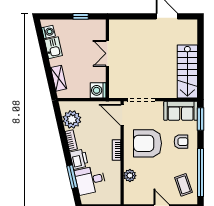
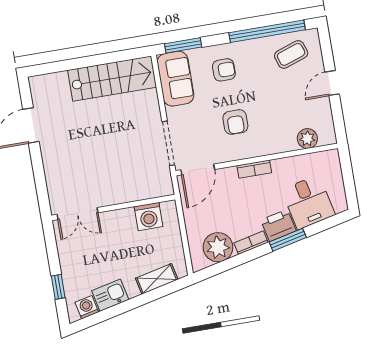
window: (81, 16) -> (58, 287), moved
double door: (107, 53) -> (78, 214), moved
washing machine: (98, 90) -> (149, 216), moved
armchair: (181, 142) -> (224, 70), turned 90
armchair: (148, 143) -> (235, 122), width x0.53, depth x0.53
plant: (130, 176) -> (307, 139), moved
window: (72, 177) -> (288, 240), moved

